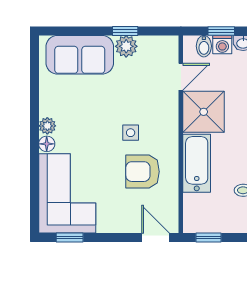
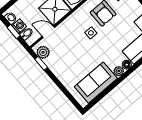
window: (125, 31) -> (41, 63), moved
plant: (126, 46) -> (43, 52), moved
sofa: (80, 55) -> (96, 83), moved, turned -90

